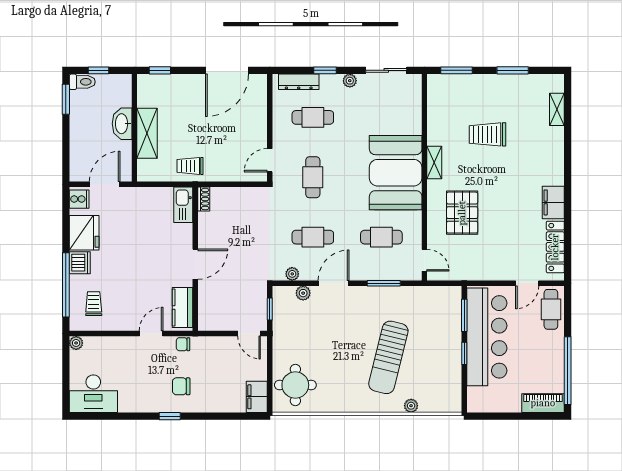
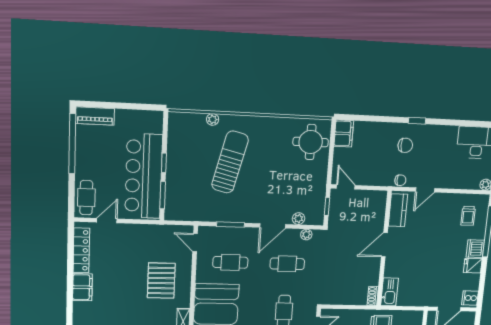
fridge: (84, 233) -> (473, 266), width x0.53, depth x0.75

